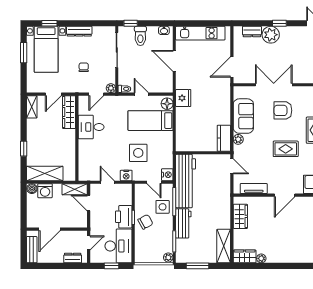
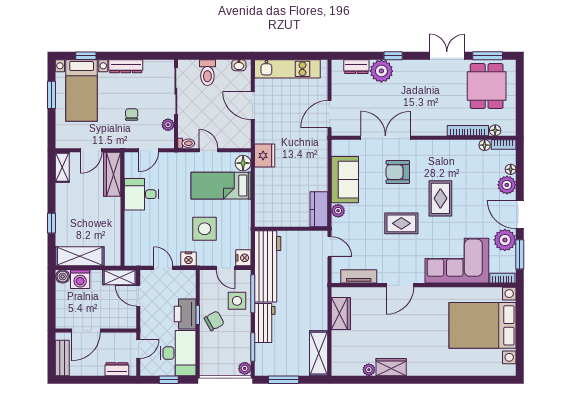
window: (131, 23) -> (194, 56), removed
plant: (111, 88) -> (168, 125), moved
wardrobe: (245, 256) -> (391, 367), moved

